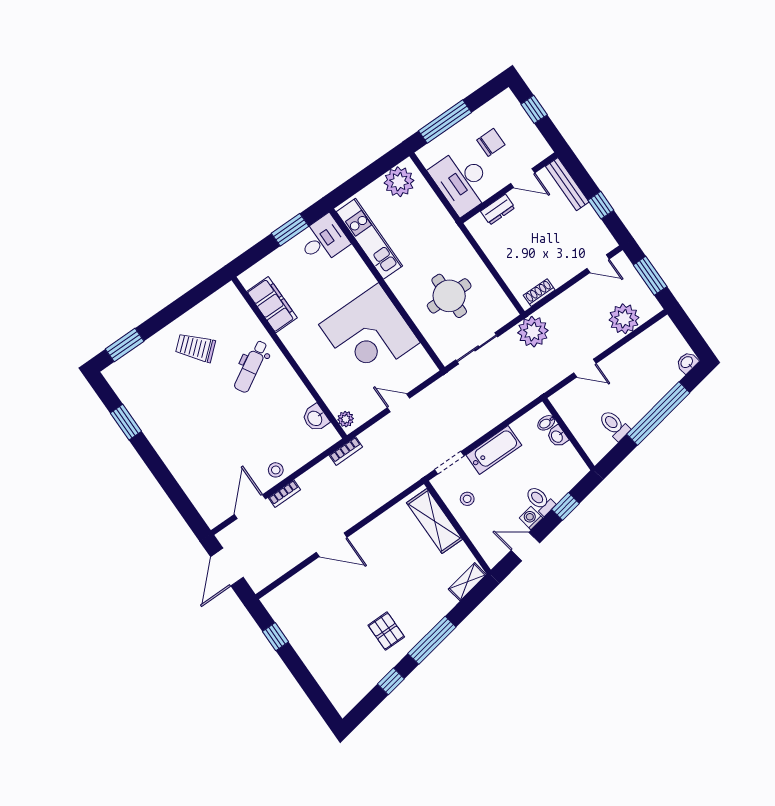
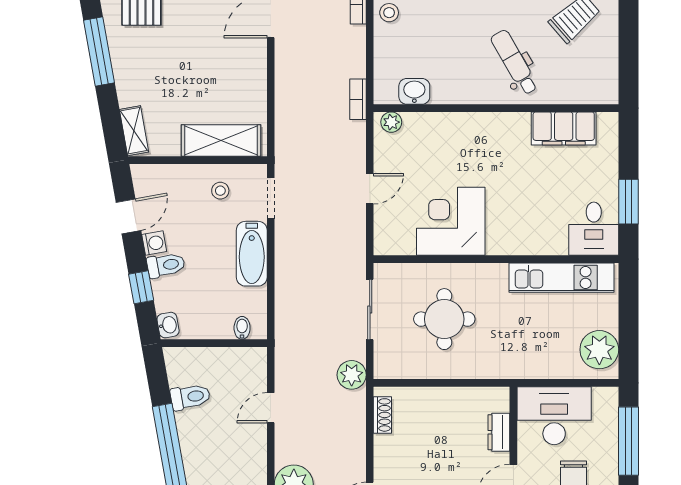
plant: (533, 332) -> (352, 375), width x0.73, depth x0.73
corner desk: (369, 333) -> (451, 221), width x0.74, depth x0.74
washbasin: (557, 436) -> (168, 325), moved, turned 80

